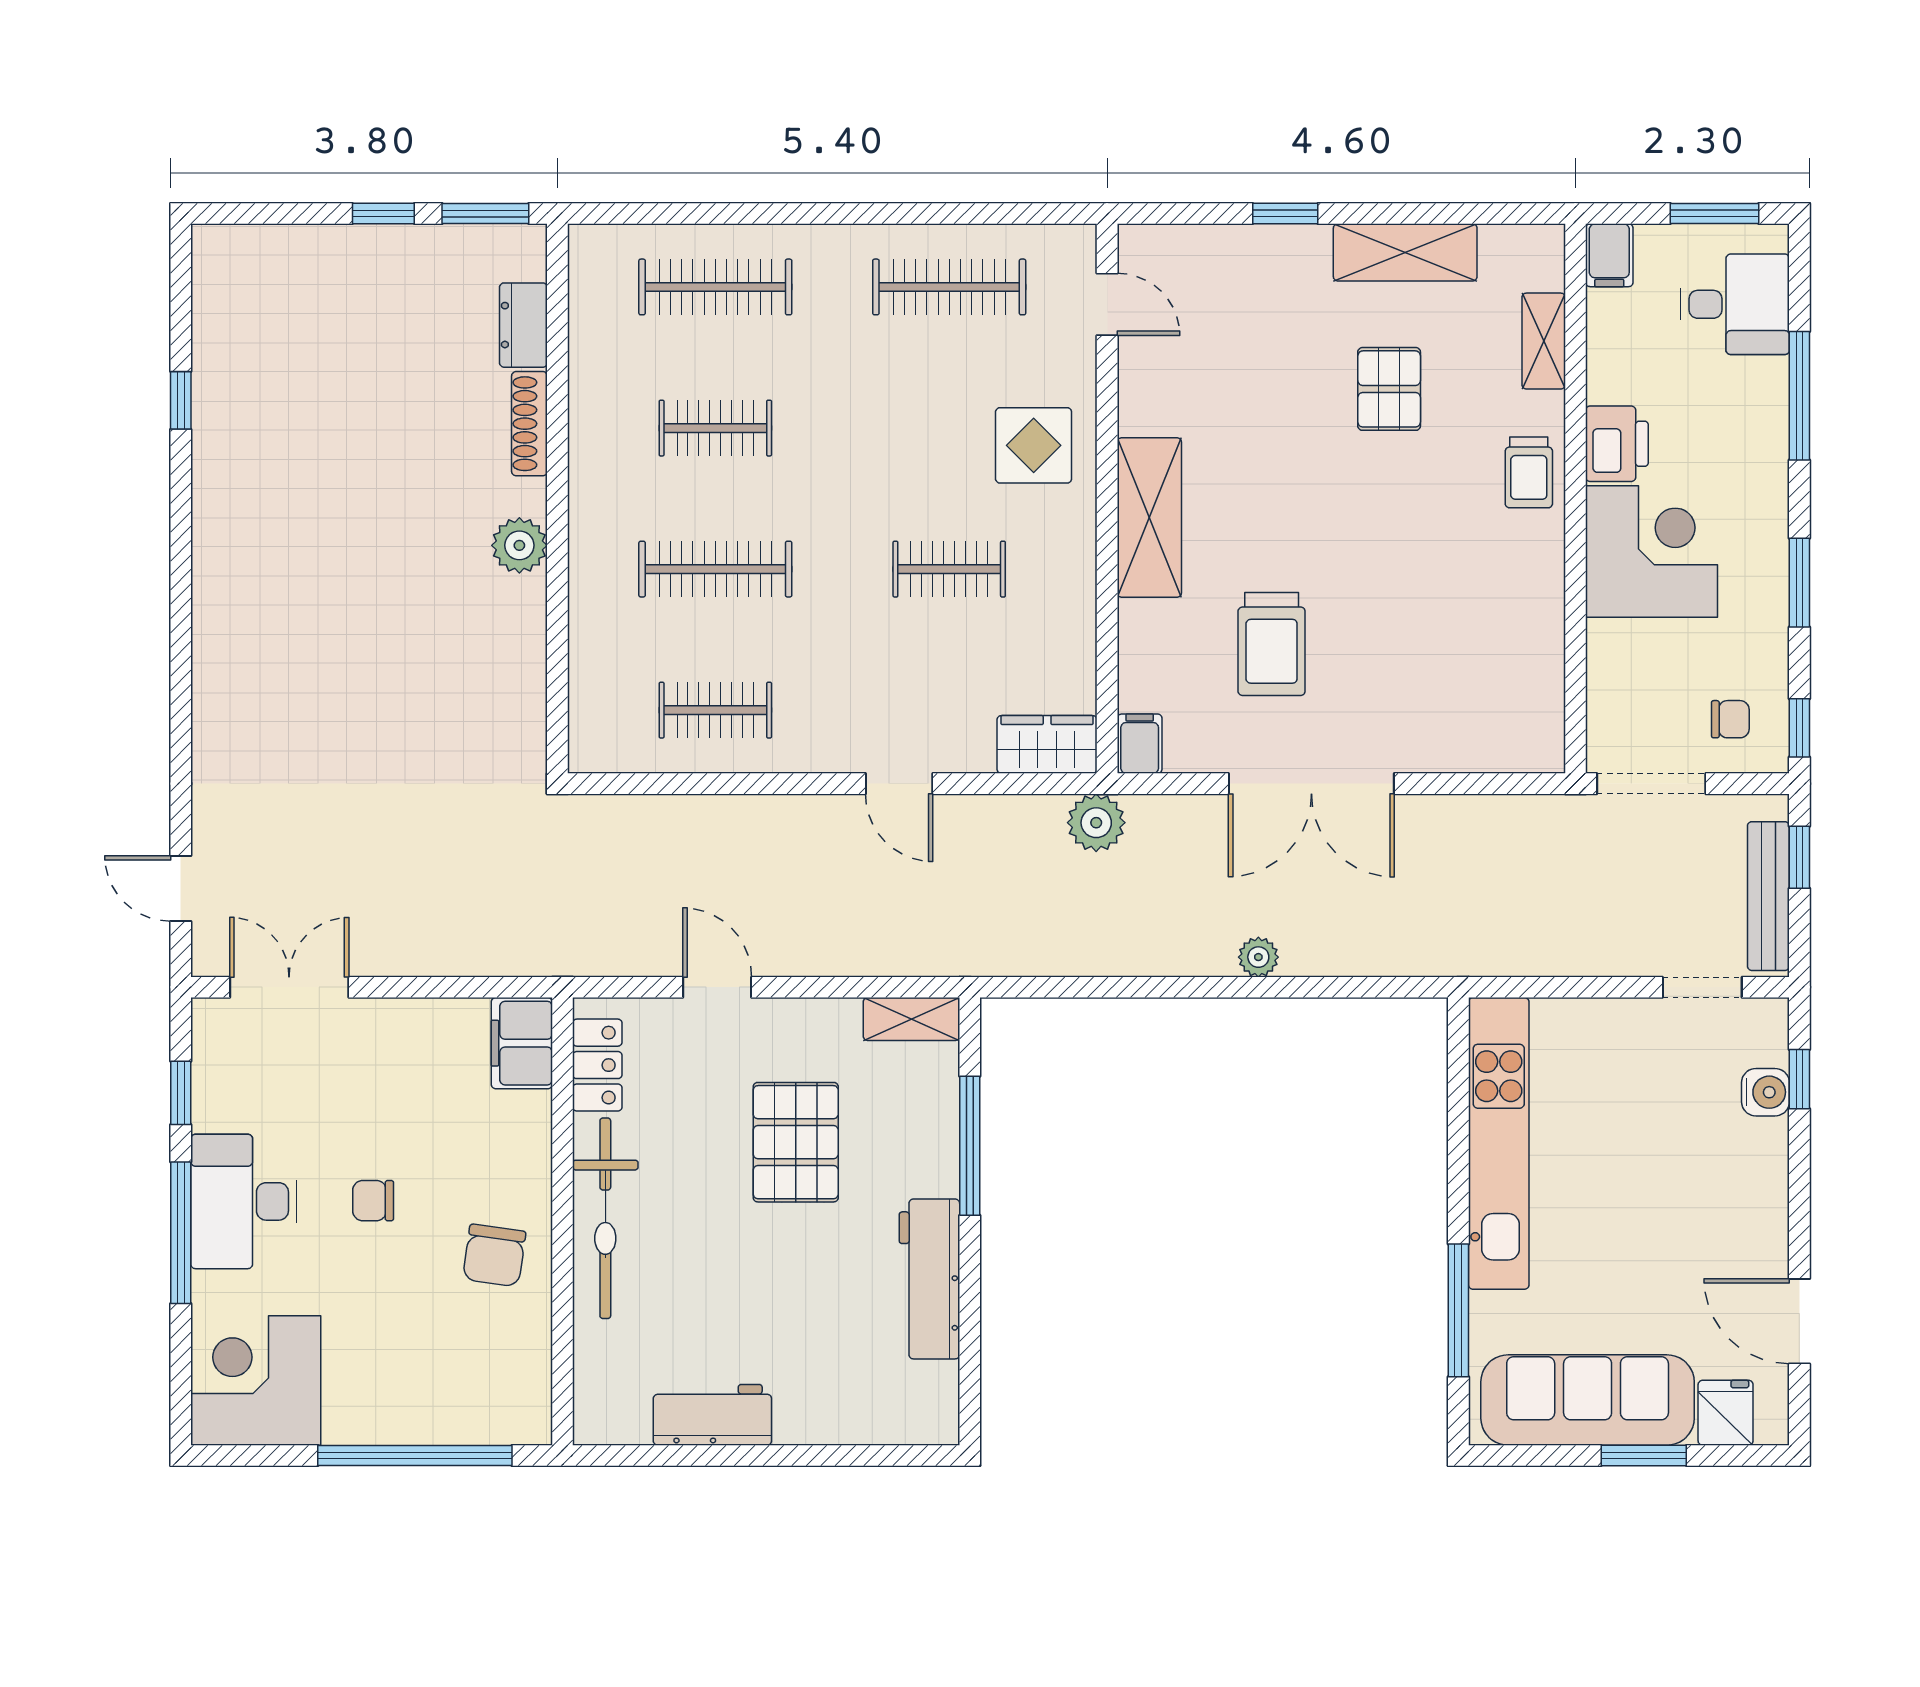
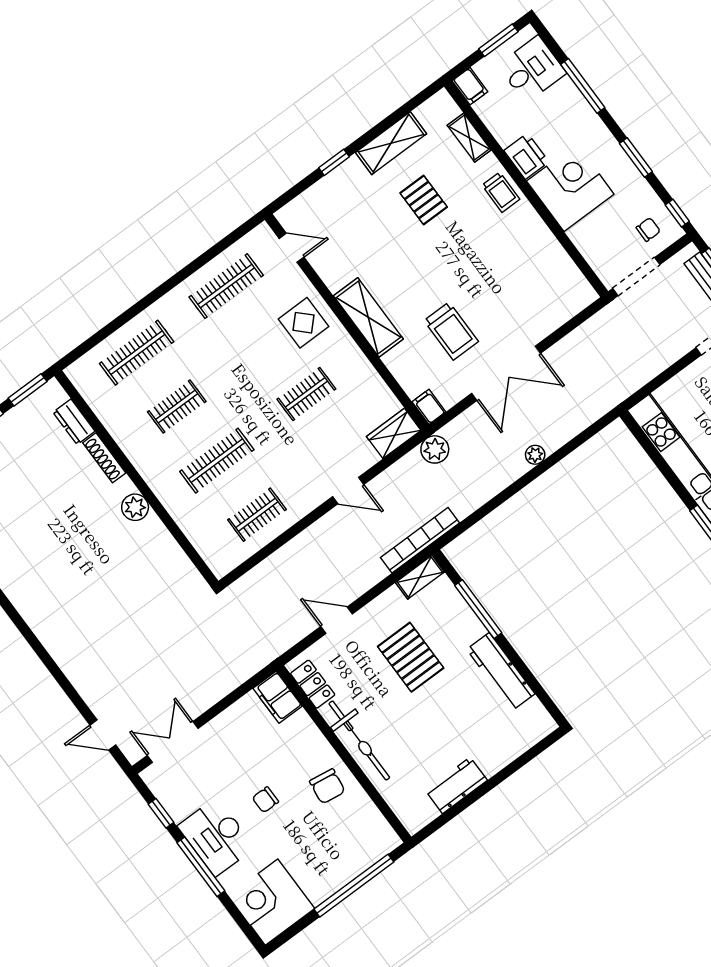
bookcase: (958, 957) -> (420, 540), added

